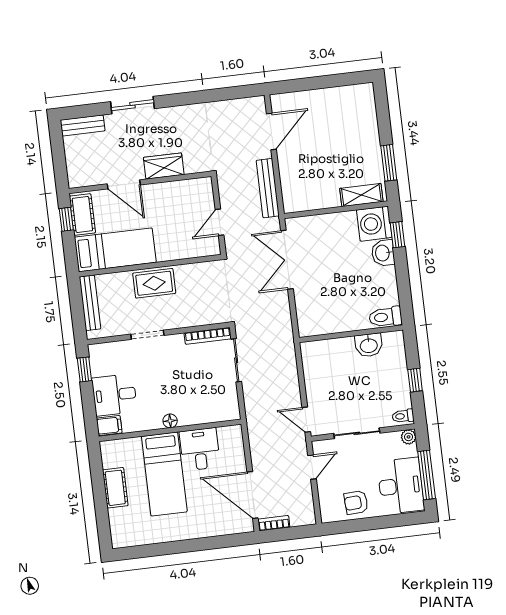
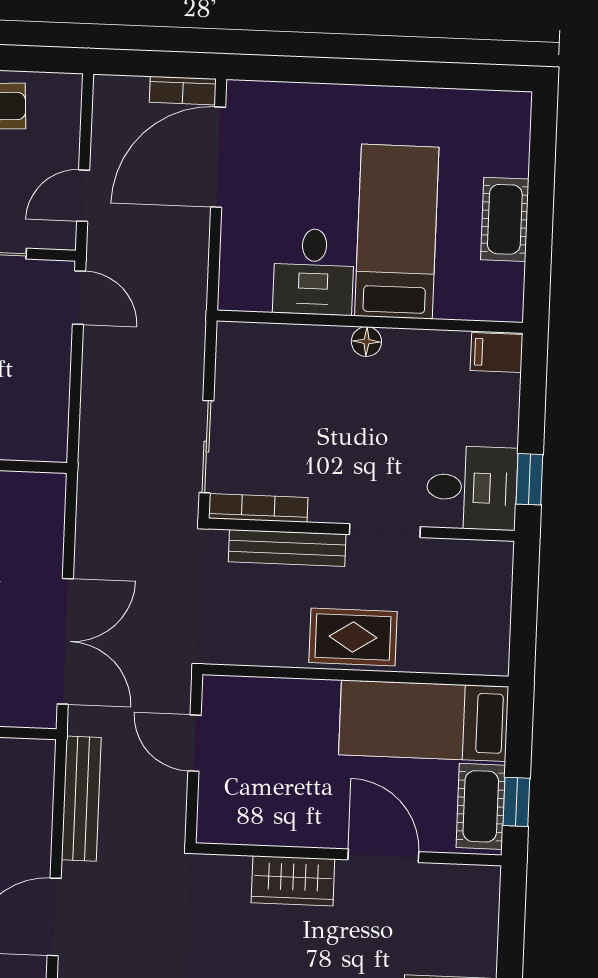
door: (220, 222) -> (195, 743), swing flipped
bench: (90, 303) -> (287, 548), moved, turned 90
desk: (114, 395) -> (472, 488), moved
door: (253, 495) -> (218, 157), swing flipped

